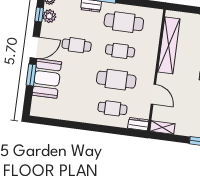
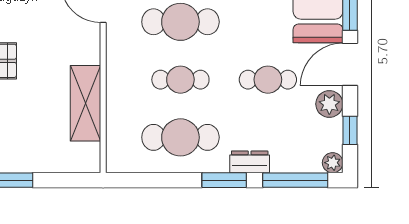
plant: (49, 16) -> (329, 104), moved
shelving: (169, 45) -> (86, 103), width x0.68

